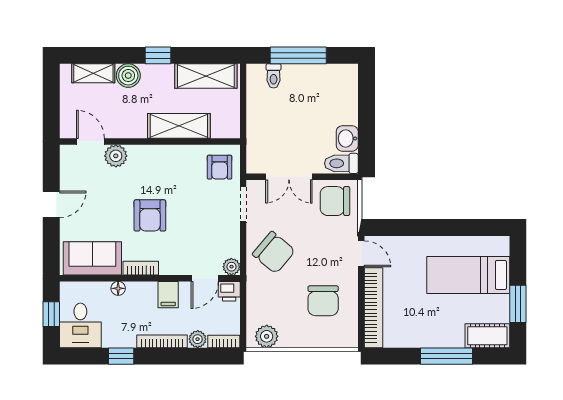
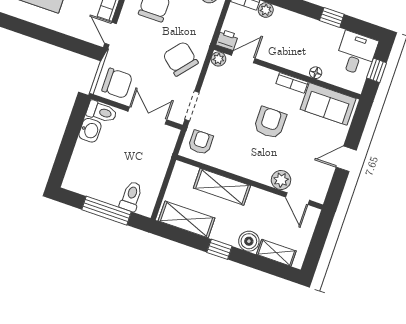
toilet: (274, 76) -> (131, 196), width x1.37, depth x1.39
filing cabinet: (168, 295) -> (277, 54), removed
bookcase: (162, 341) -> (295, 18), removed

